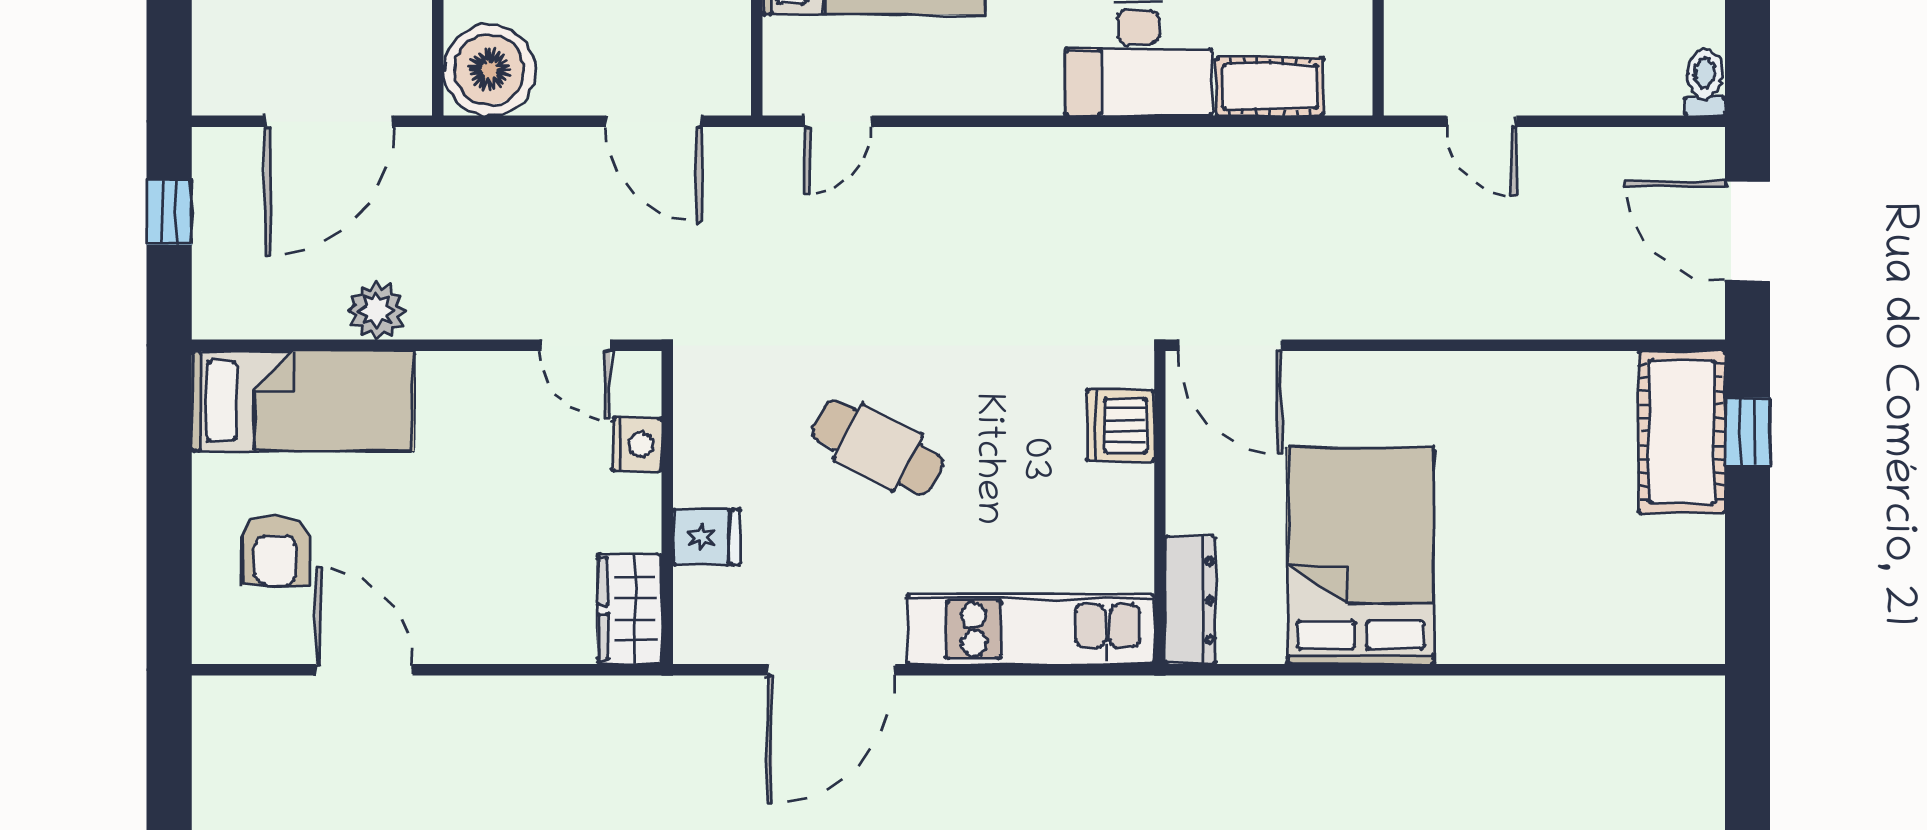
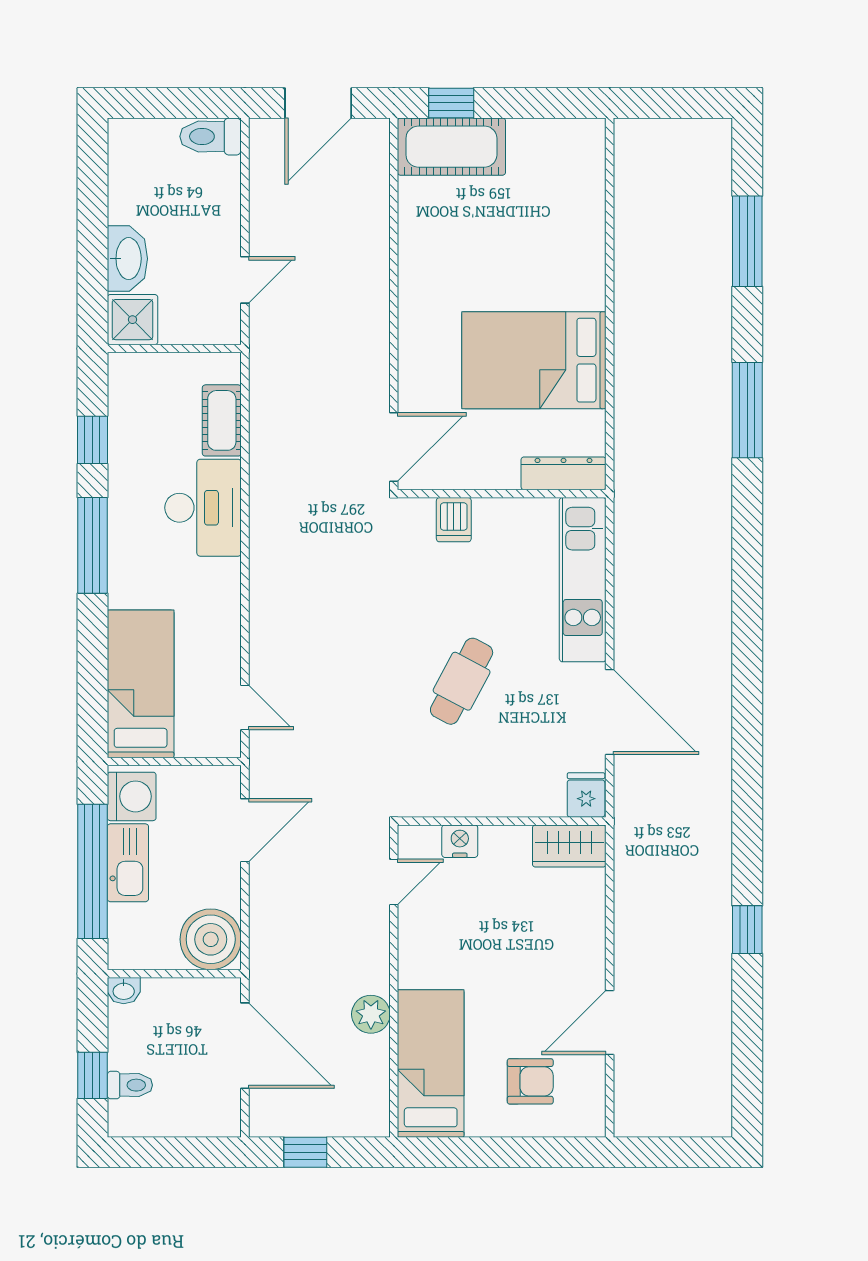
toilet: (1705, 82) -> (211, 136), width x1.37, depth x1.39
dishwasher: (1121, 426) -> (454, 520), width x0.73
fridge: (706, 537) -> (586, 795), moved

